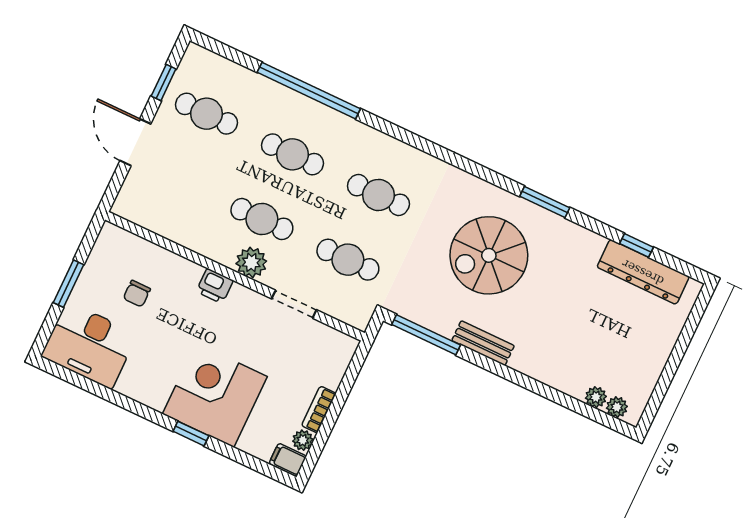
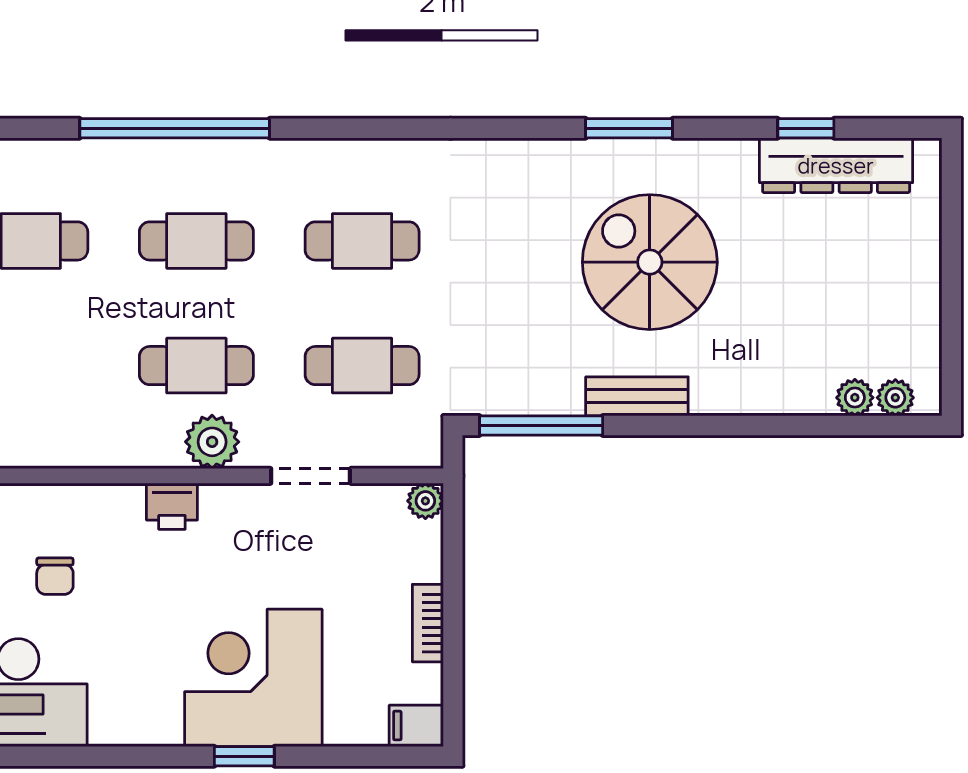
spiral stairs: (489, 255) -> (650, 262), moved, turned 90
plant: (303, 440) -> (425, 501), moved

